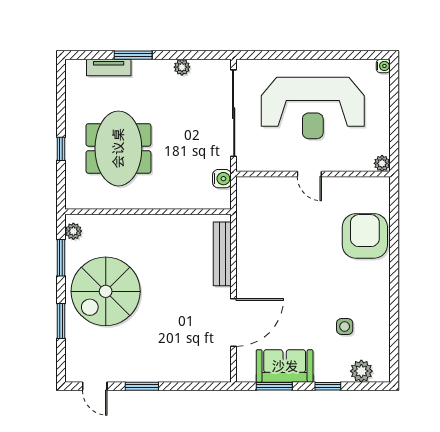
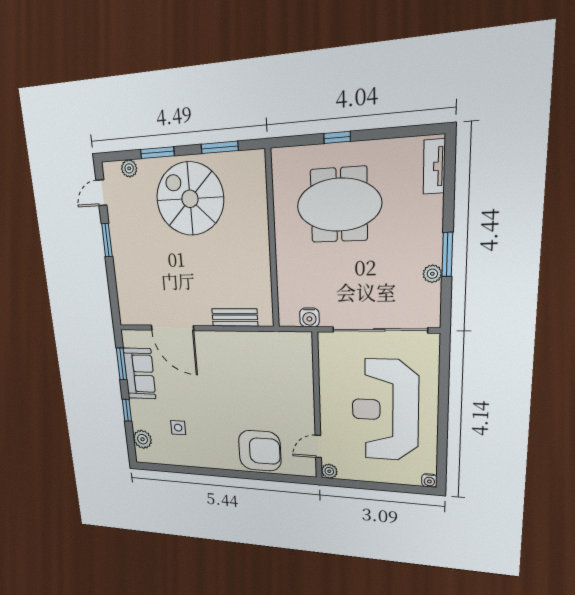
window: (133, 55) -> (447, 254), moved
tv unit: (109, 67) -> (434, 167), moved
door: (309, 174) -> (318, 446), moved
plant: (73, 231) -> (129, 168), moved
bench: (222, 254) -> (235, 317), width x0.73

